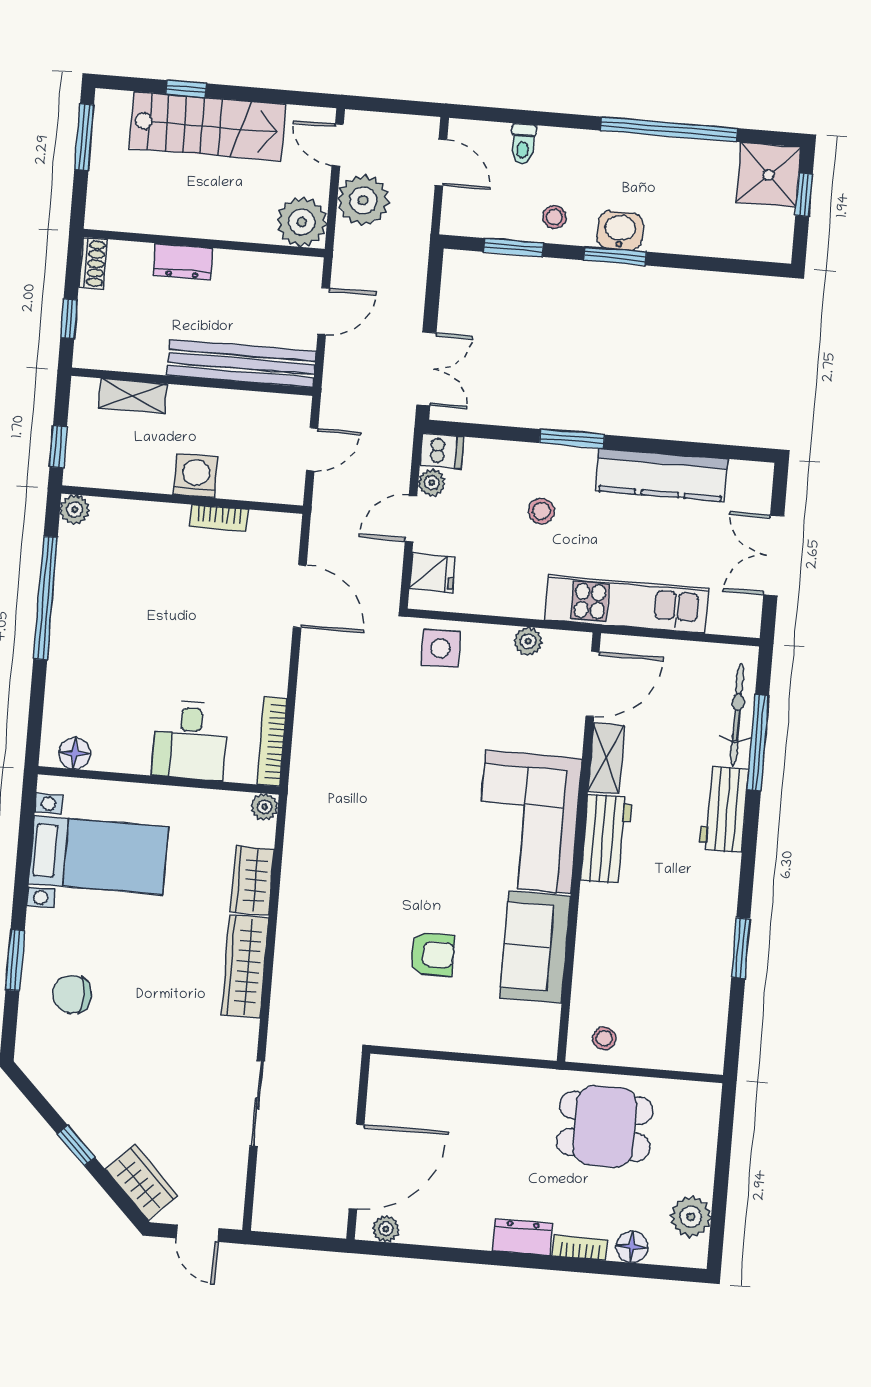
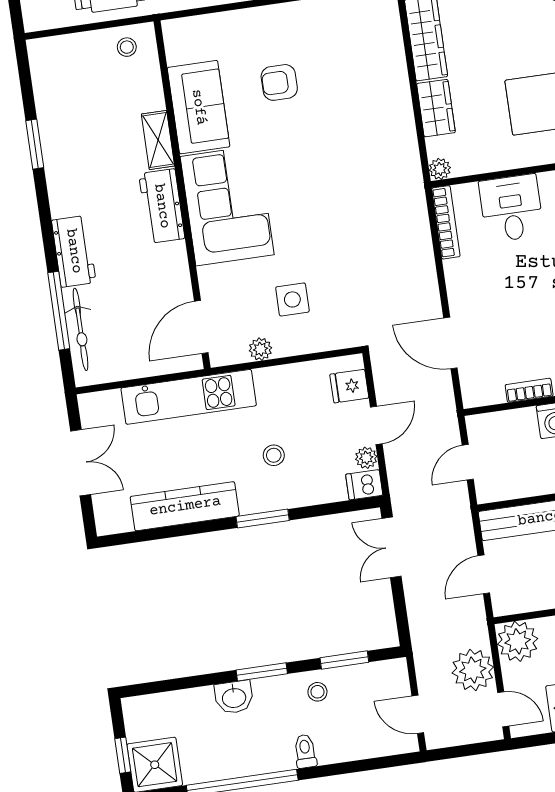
toilet: (523, 144) -> (305, 751), moved
washbasin: (620, 231) -> (234, 697), moved
side table: (441, 648) -> (292, 299), moved
shelving: (606, 758) -> (158, 140), moved

